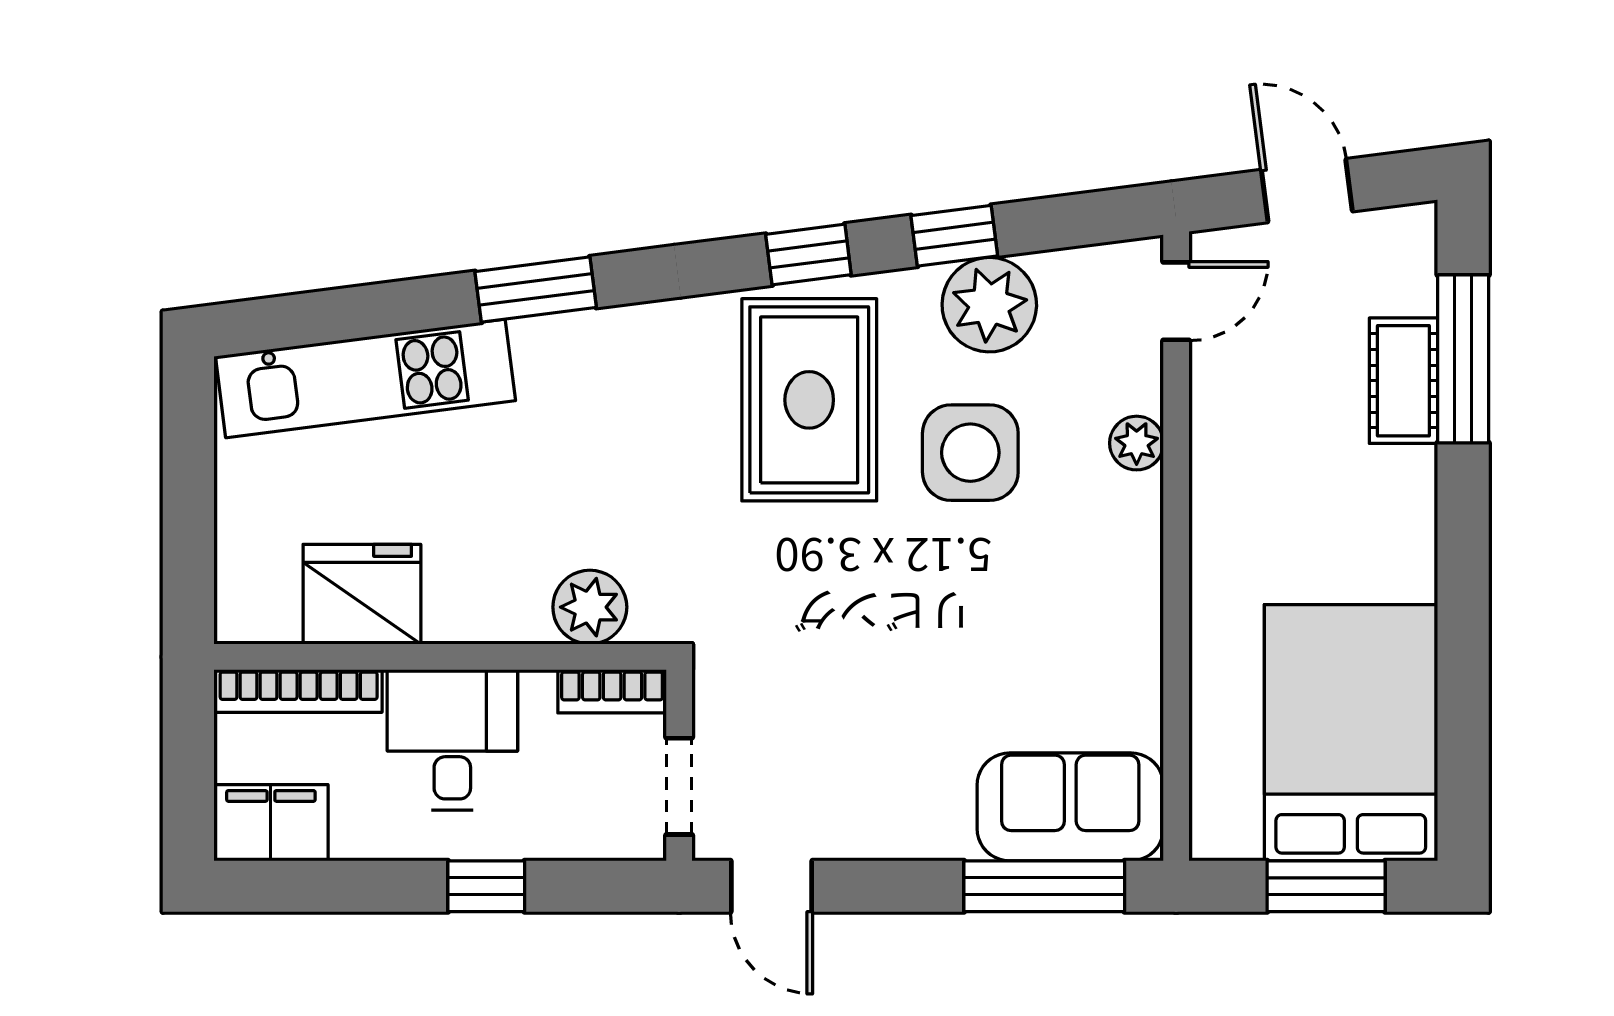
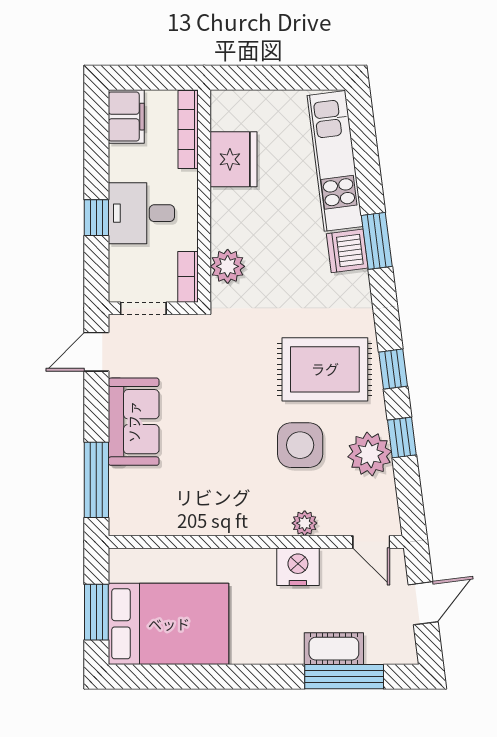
dishwasher: (557, 352) -> (347, 251), added
nightstand: (1229, 457) -> (298, 567), added
desk: (452, 740) -> (141, 213), moved, turned 180
sofa: (1070, 807) -> (134, 422), moved

